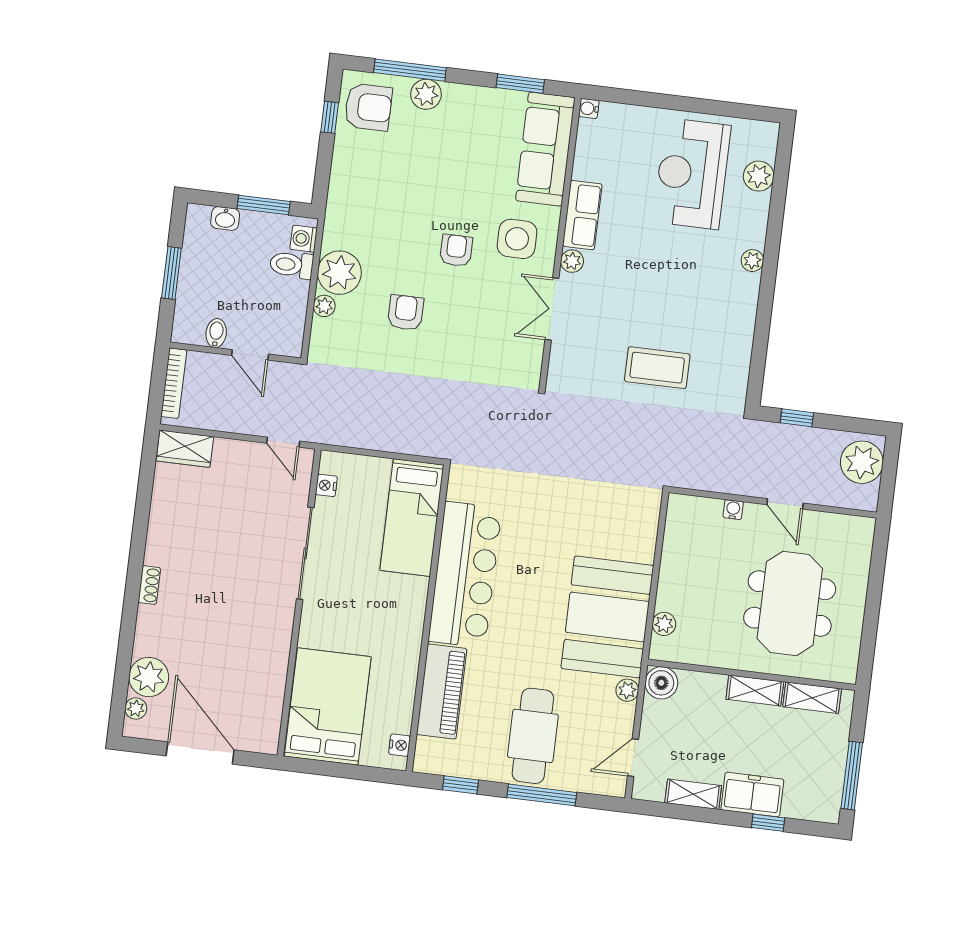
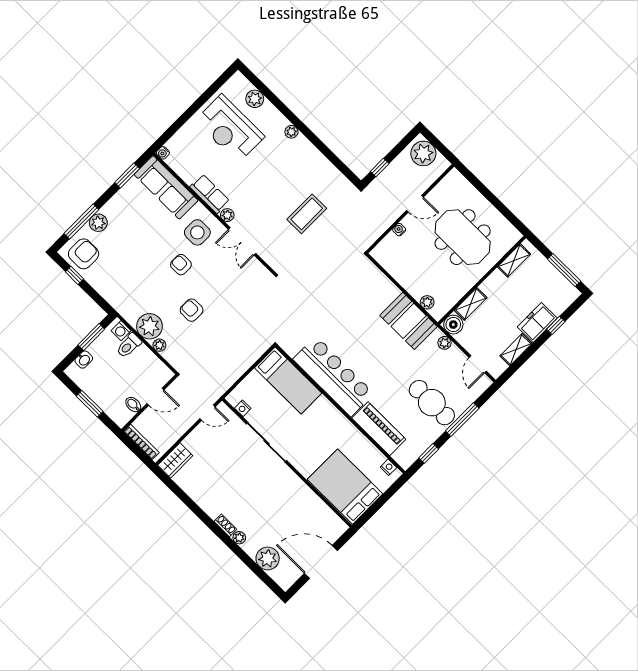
booth: (607, 617) -> (409, 321), width x0.73, depth x0.70
shelving: (755, 690) -> (471, 304), moved
plant: (136, 709) -> (239, 538), moved

